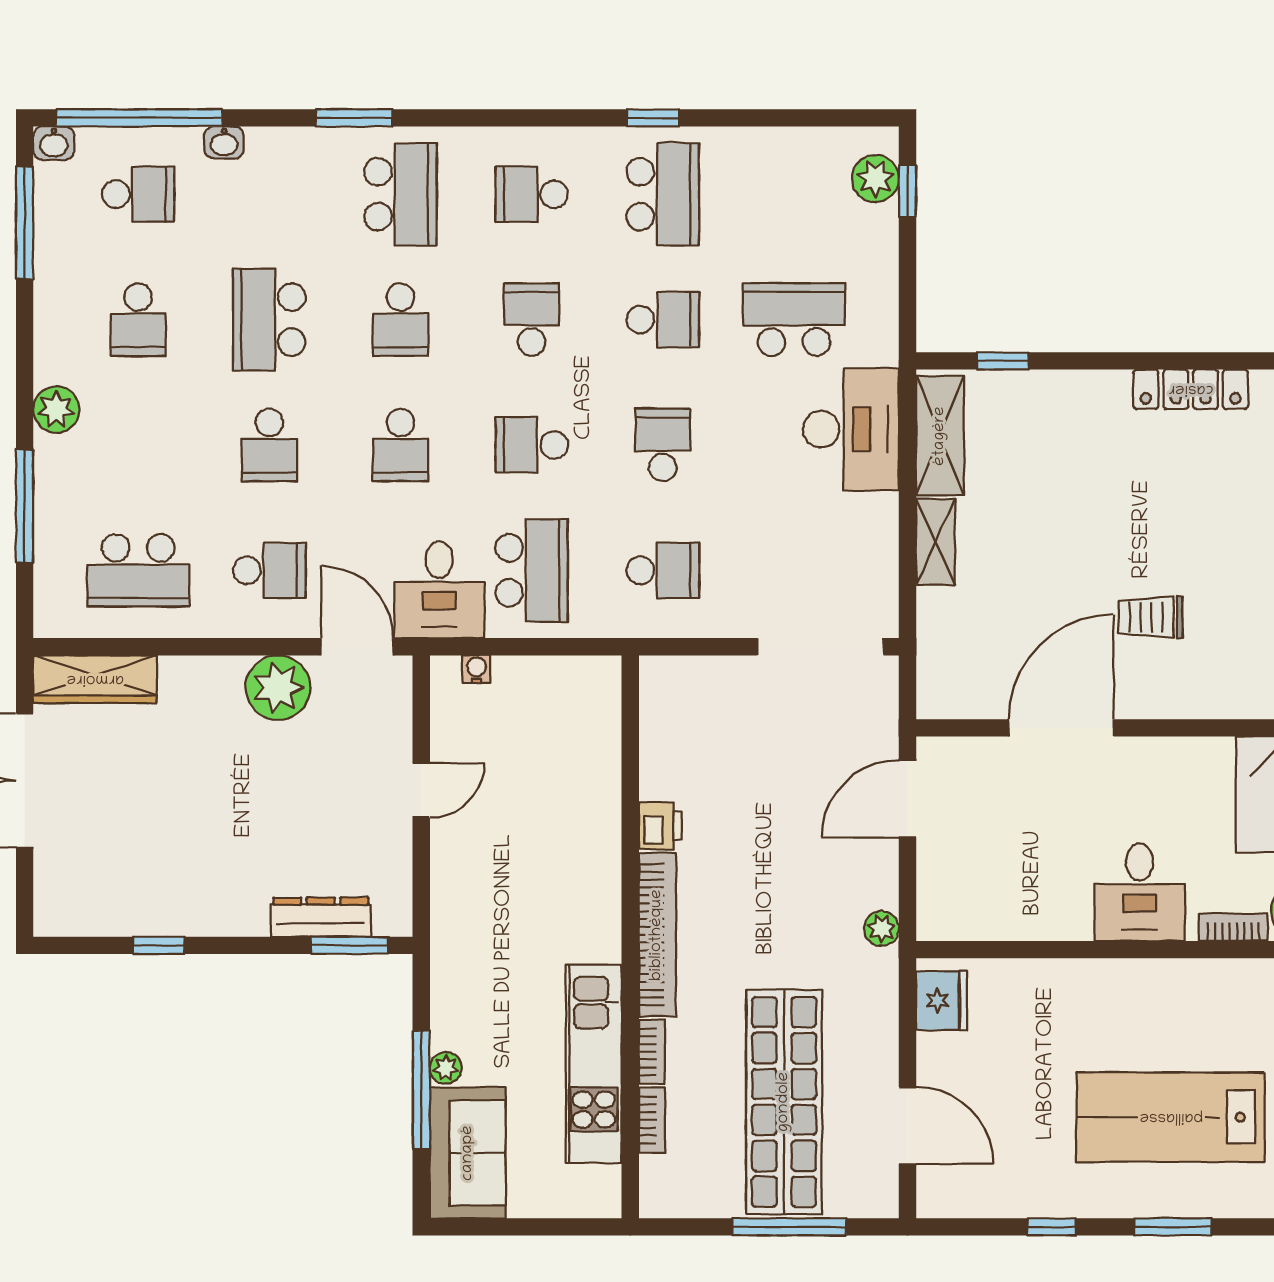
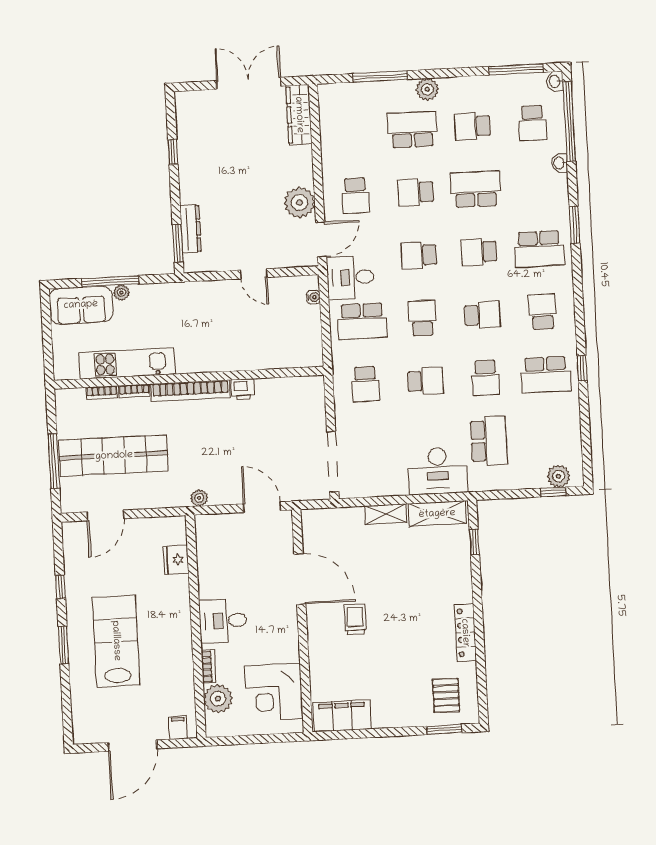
school desk: (138, 570) -> (412, 129), moved, turned 90
fridge: (942, 1001) -> (176, 560), moved, turned 90

